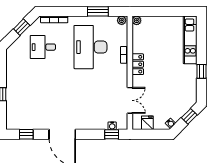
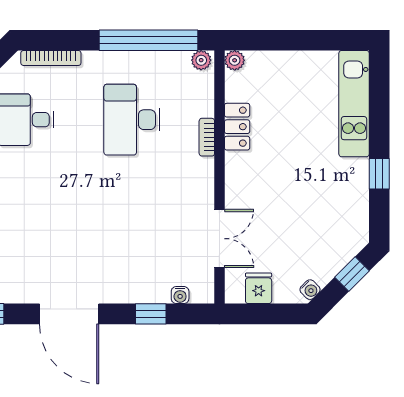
window: (98, 11) -> (148, 40), width x2.11
desk: (90, 47) -> (132, 120), width x0.73, depth x0.77
locker: (138, 64) -> (237, 127), moved
window: (112, 134) -> (151, 314), moved

